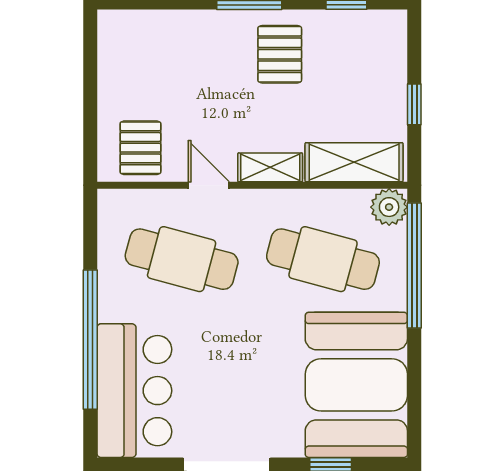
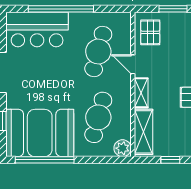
window: (90, 99) -> (173, 9), added
pallet: (140, 148) -> (150, 32), turned 90
door: (209, 185) -> (133, 64), swing flipped
window: (414, 266) -> (45, 160), moved

